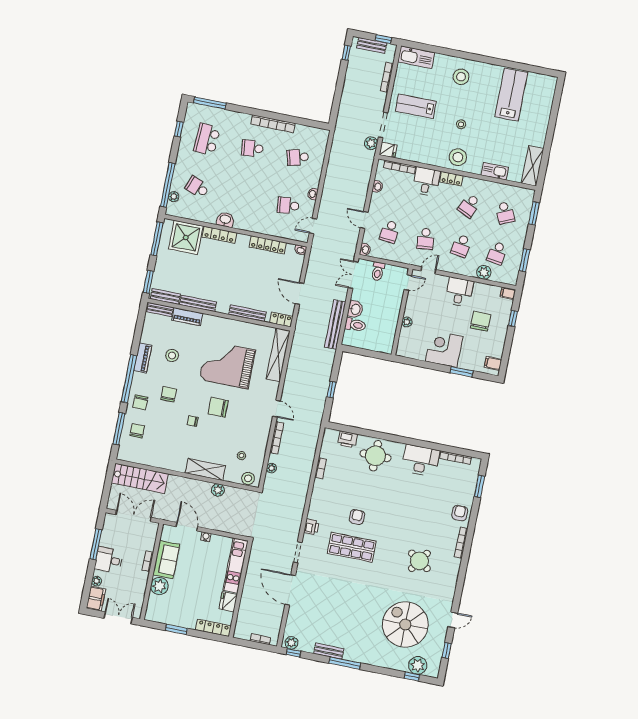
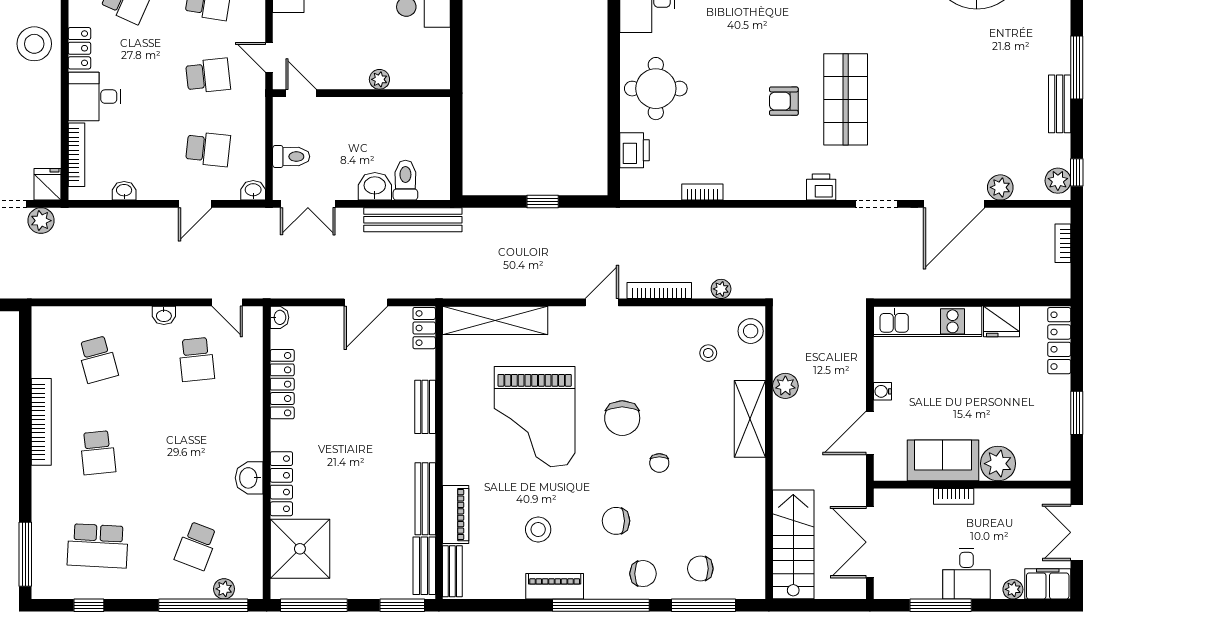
bench: (248, 313) -> (425, 407), width x0.73
plant: (294, 614) -> (1000, 187), added

